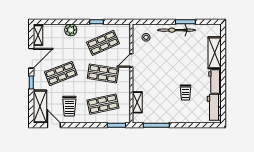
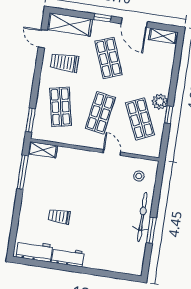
plant: (71, 30) -> (160, 102), moved
shelving: (215, 53) -> (105, 262), removed
shelving: (137, 102) -> (43, 150), moved
door: (54, 125) -> (43, 39), swing flipped

